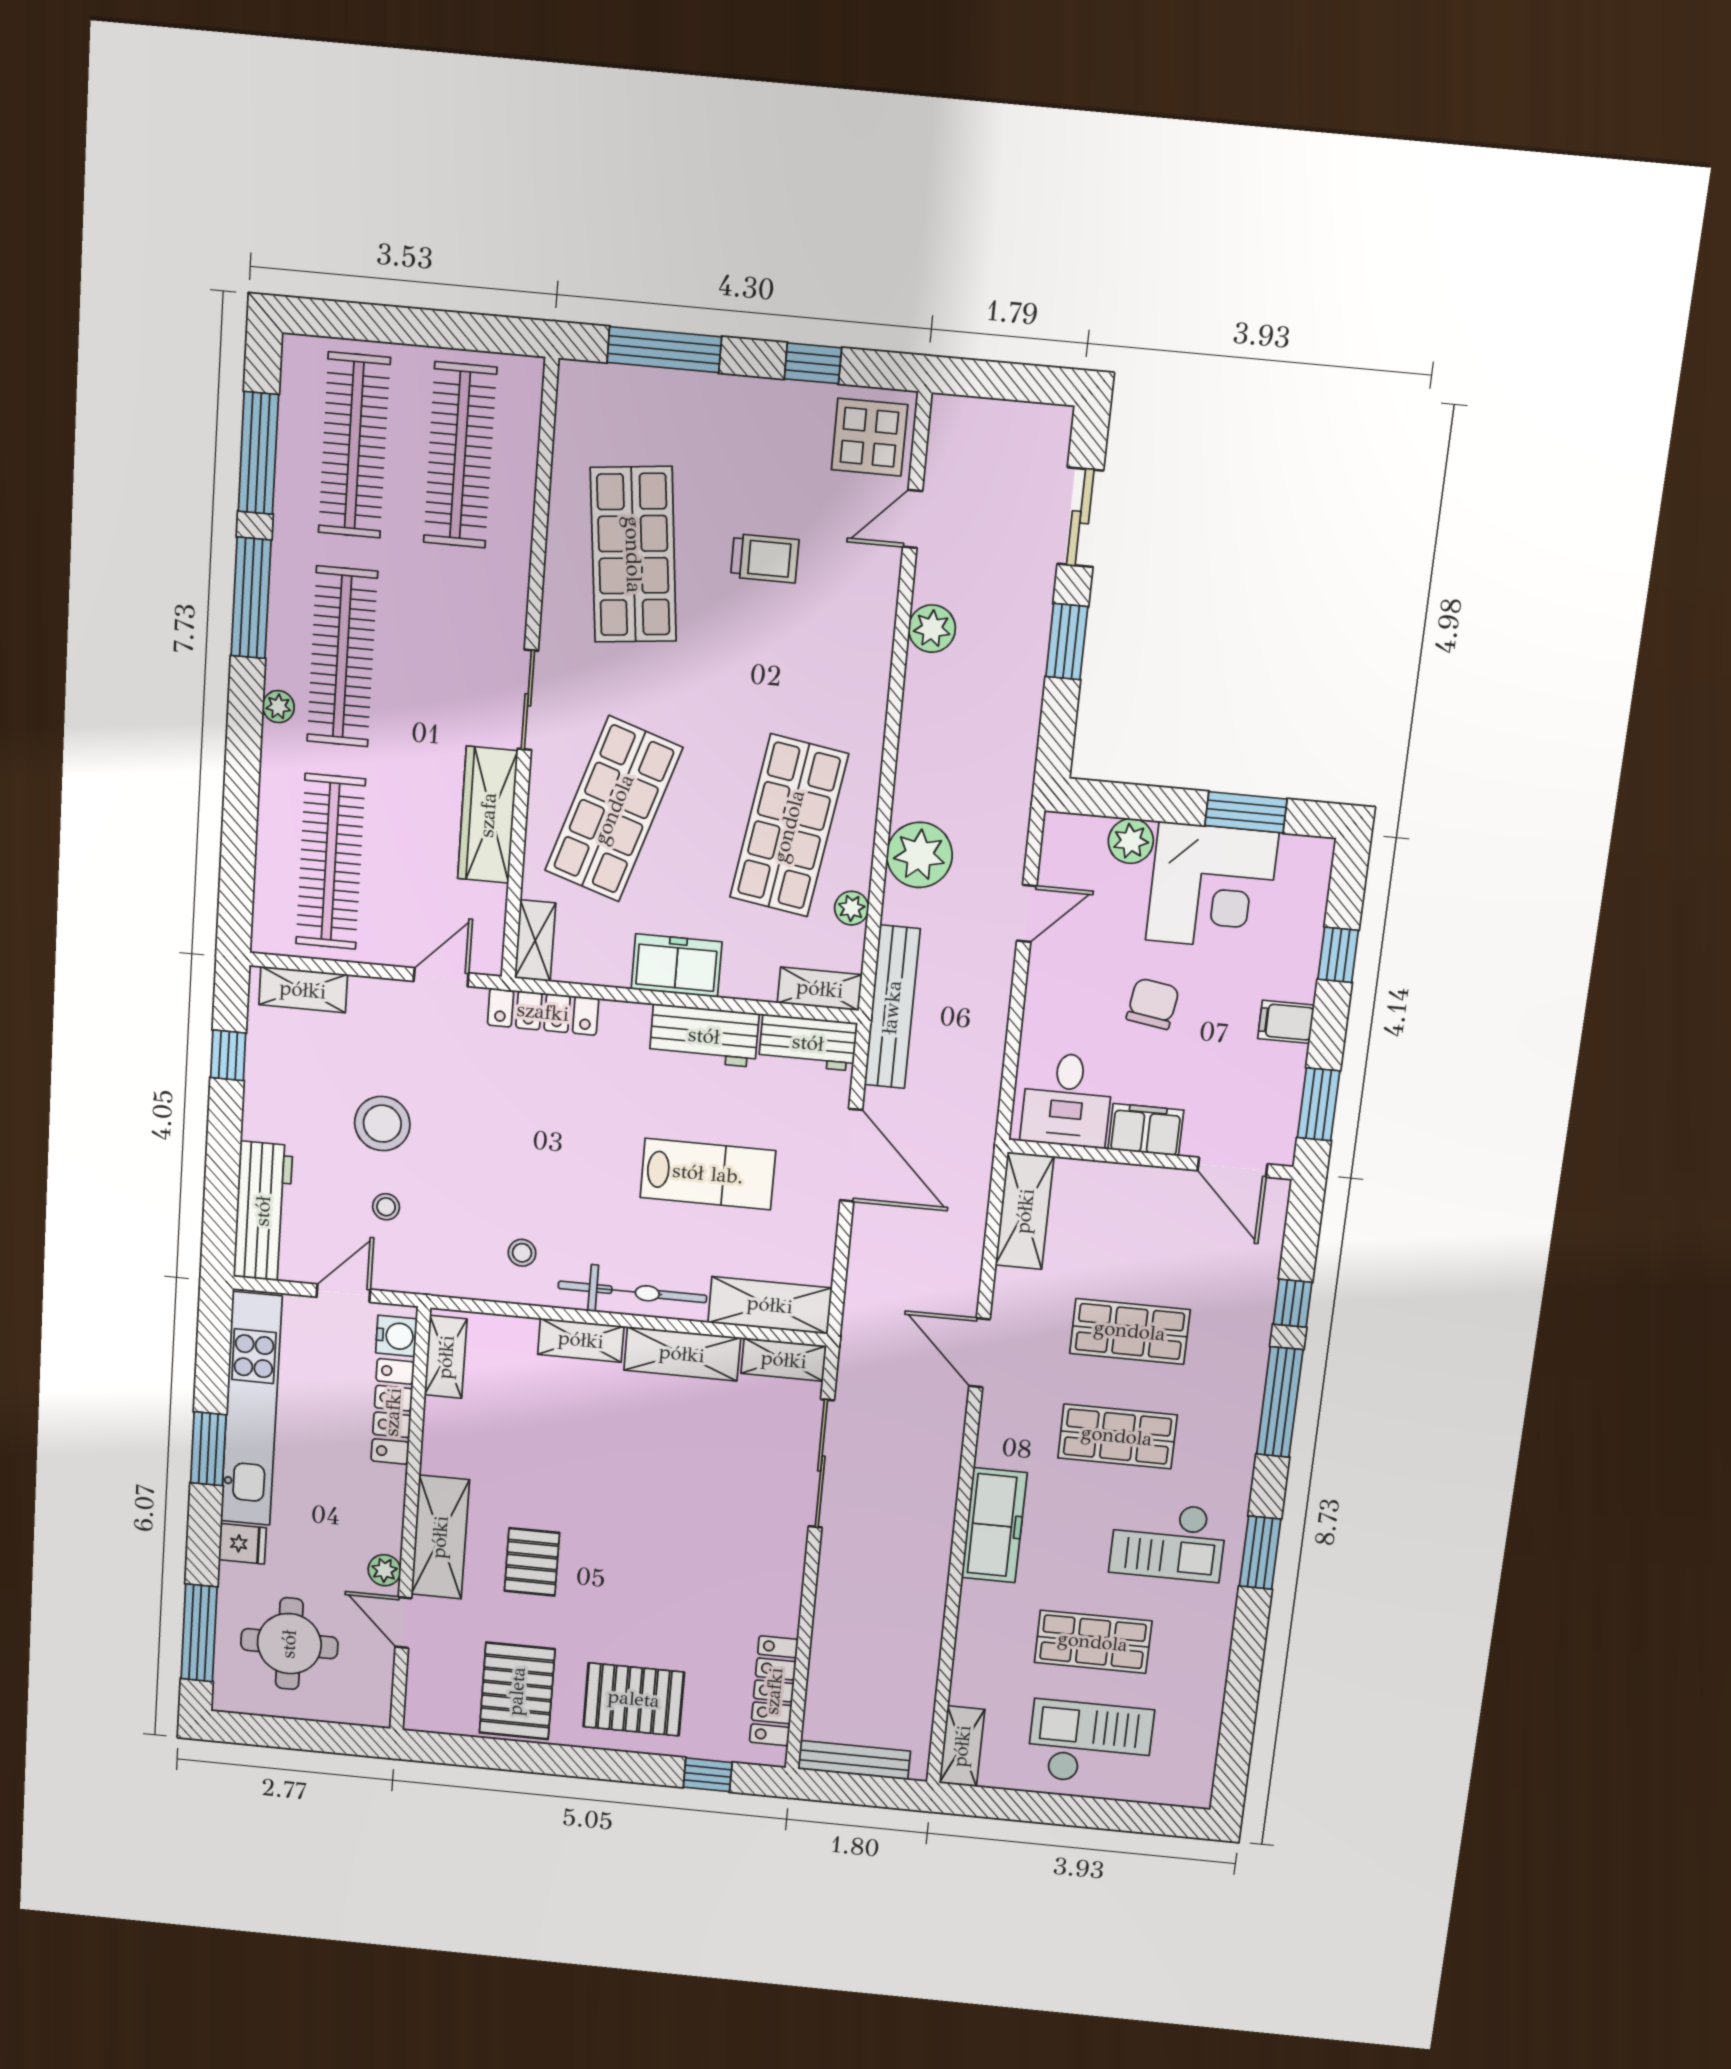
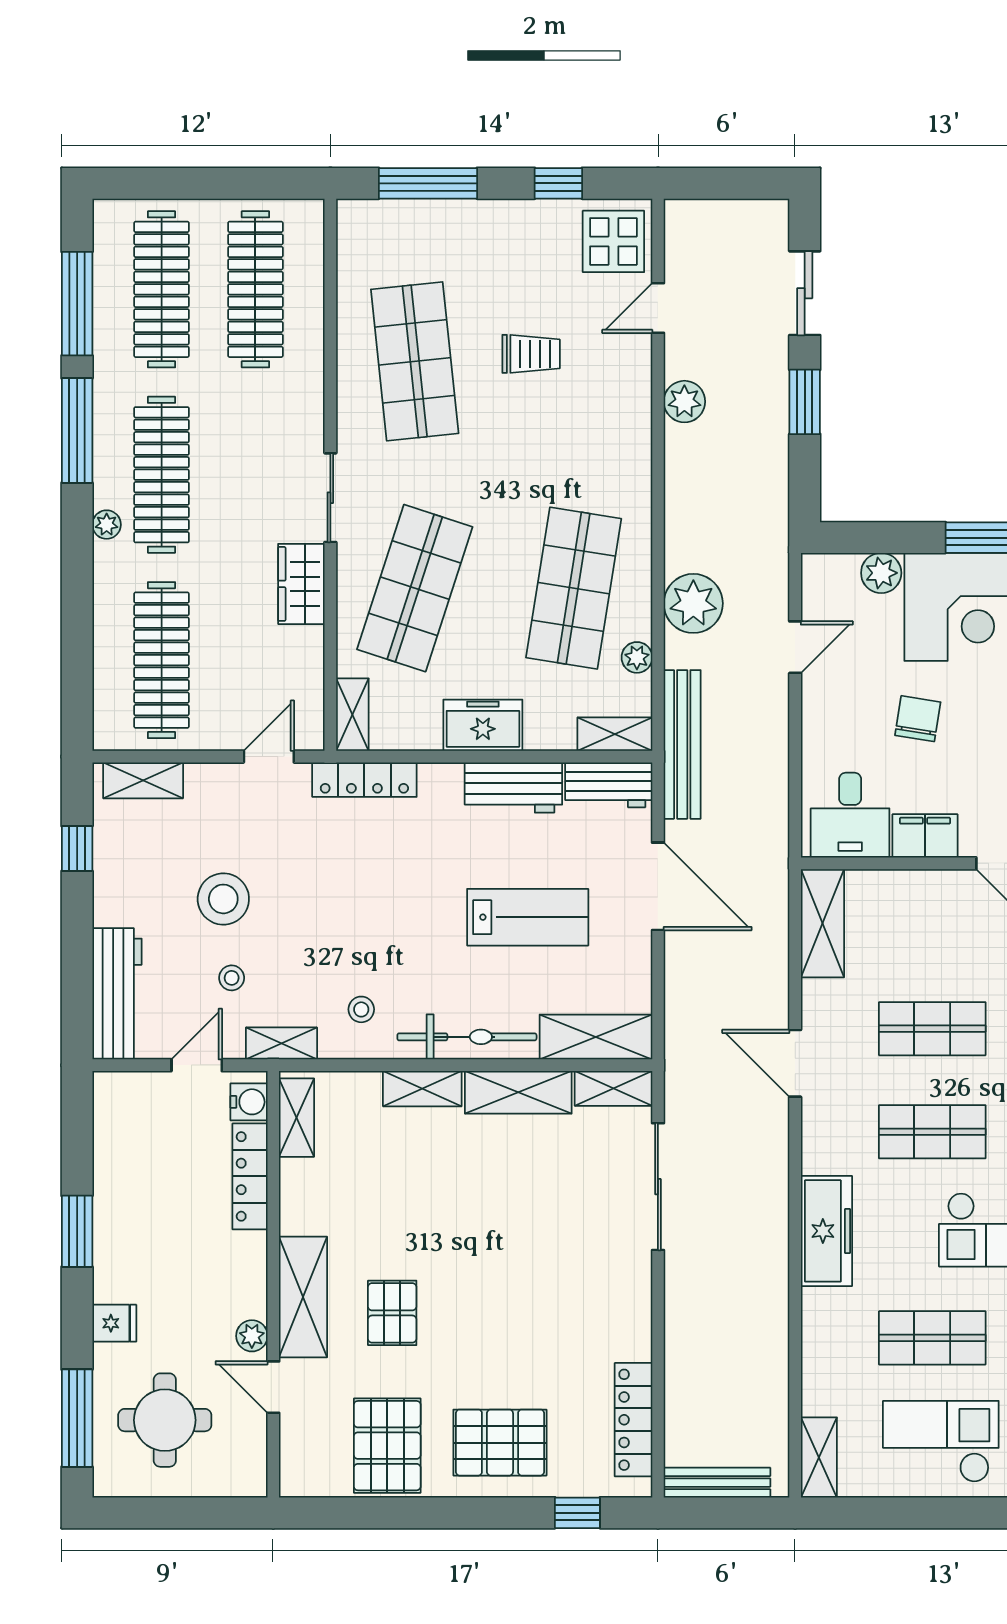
wardrobe: (488, 815) -> (301, 584), width x0.67
shelving: (435, 1280) -> (281, 1043), added
kitchen unit: (251, 1409) -> (116, 1188), removed

